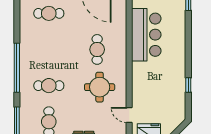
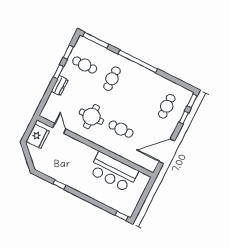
door: (129, 115) -> (59, 128), hinge flipped

